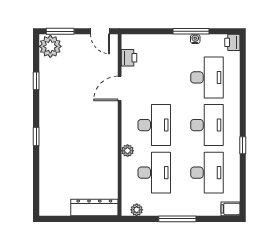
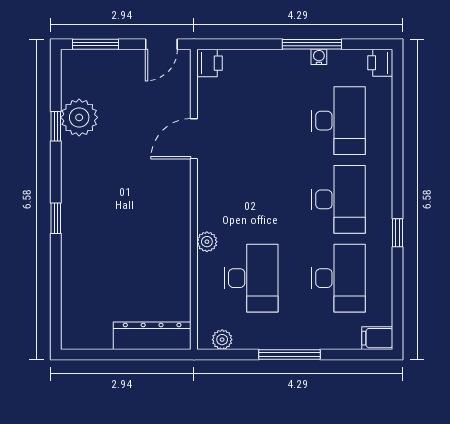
door: (100, 31) -> (161, 44), hinge flipped
plant: (50, 46) -> (79, 117), moved
printer: (129, 58) -> (209, 63), moved
desk: (154, 125) -> (251, 199), removed

